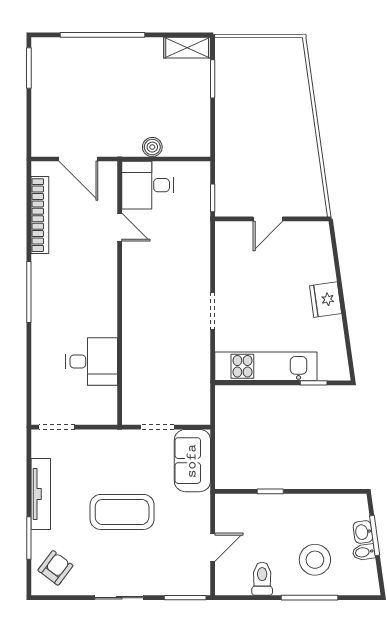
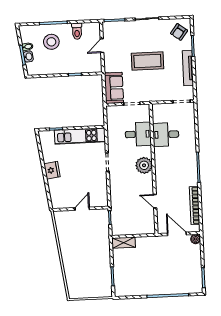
shelving: (187, 48) -> (124, 243), moved
boiler: (152, 147) -> (196, 239), moved
desk: (148, 185) -> (138, 134), moved
plant: (139, 301) -> (144, 165), added

